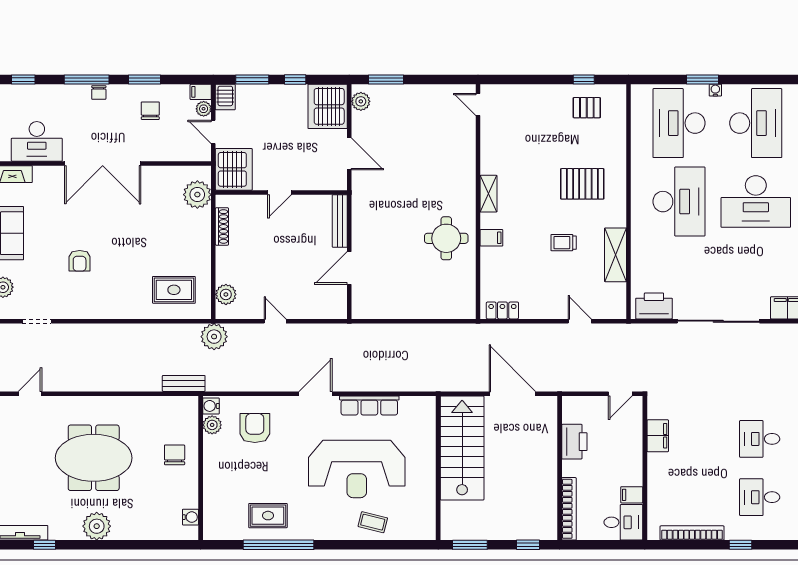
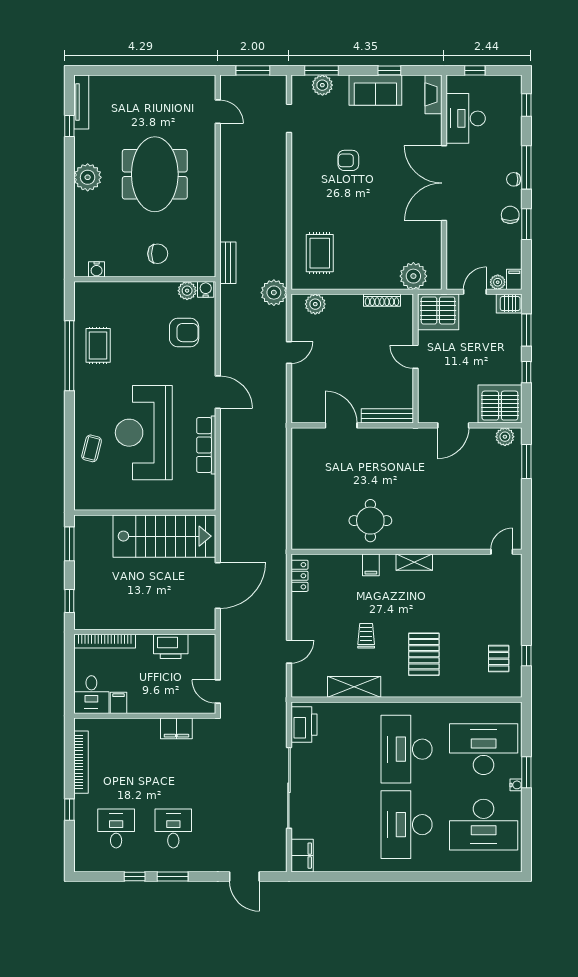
chair: (150, 111) -> (510, 215), moved, turned -90
desk: (679, 202) -> (407, 749), turned 90

